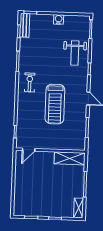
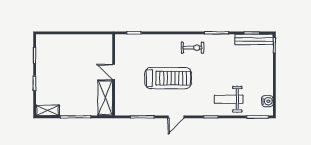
water cooler: (59, 19) -> (267, 101), moved
bench: (25, 25) -> (254, 39), width x1.36
treadmill: (55, 104) -> (168, 78), turned 180
door: (29, 150) -> (114, 72), moved

